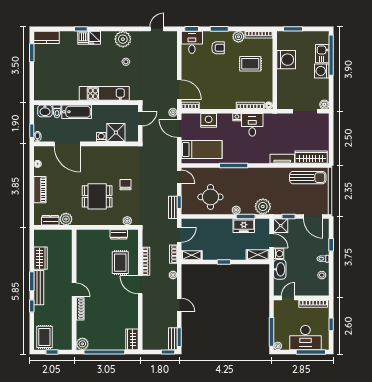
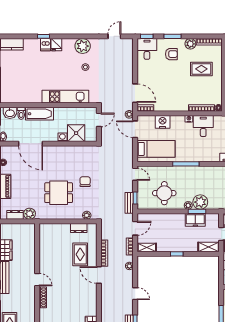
plant: (263, 206) -> (200, 202), moved

